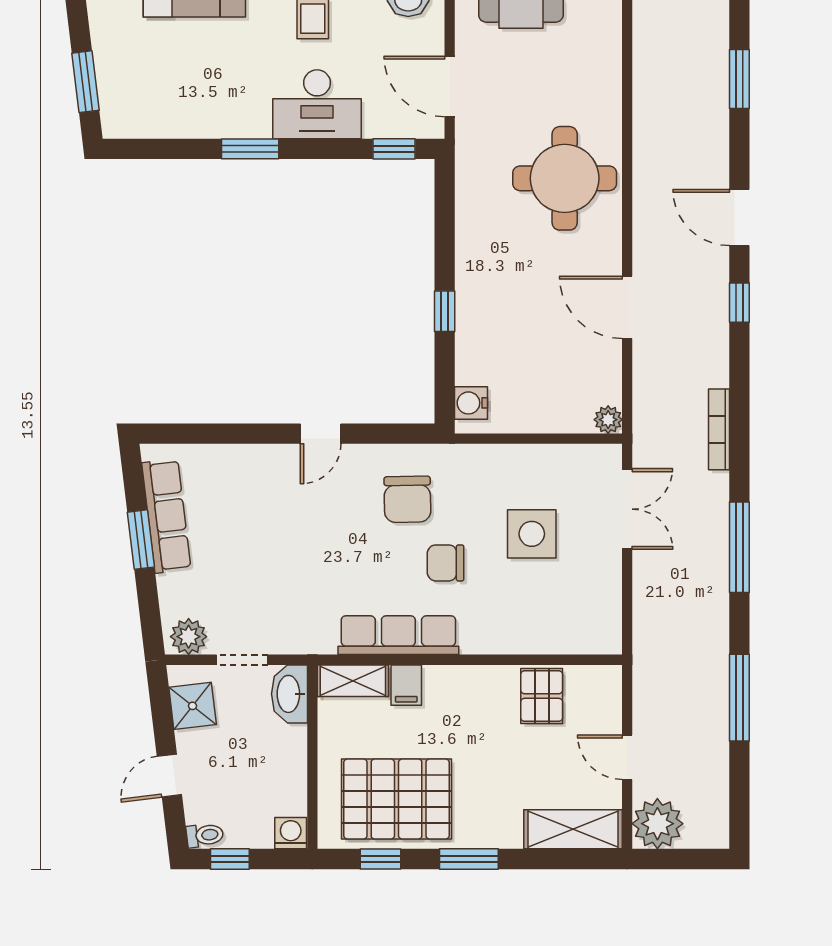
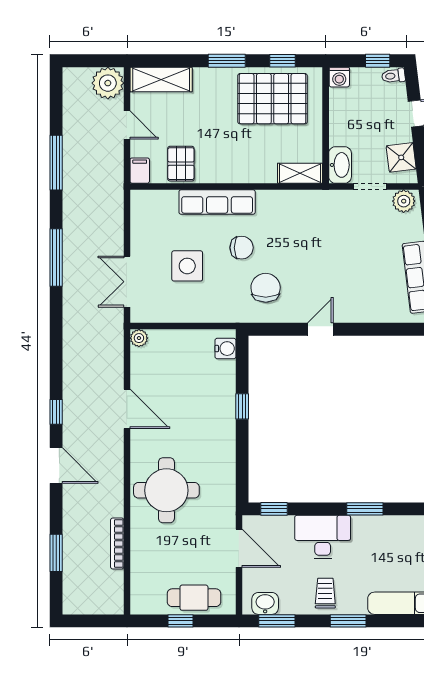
bookcase: (719, 429) -> (117, 543), moved, turned 180
row of seats: (398, 635) -> (217, 202), moved
filing cabinet: (406, 685) -> (140, 171), moved

